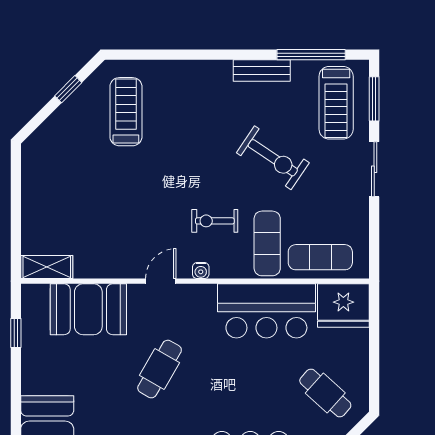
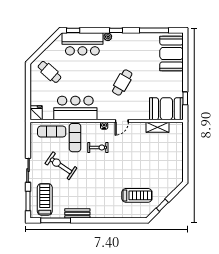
treadmill: (126, 112) -> (137, 195), turned -90
exercise bike: (273, 158) -> (61, 166), moved
shelving: (47, 267) -> (158, 127), moved
fridge: (343, 306) -> (36, 113), width x0.53, depth x0.75
booth: (88, 309) -> (166, 109), moved

